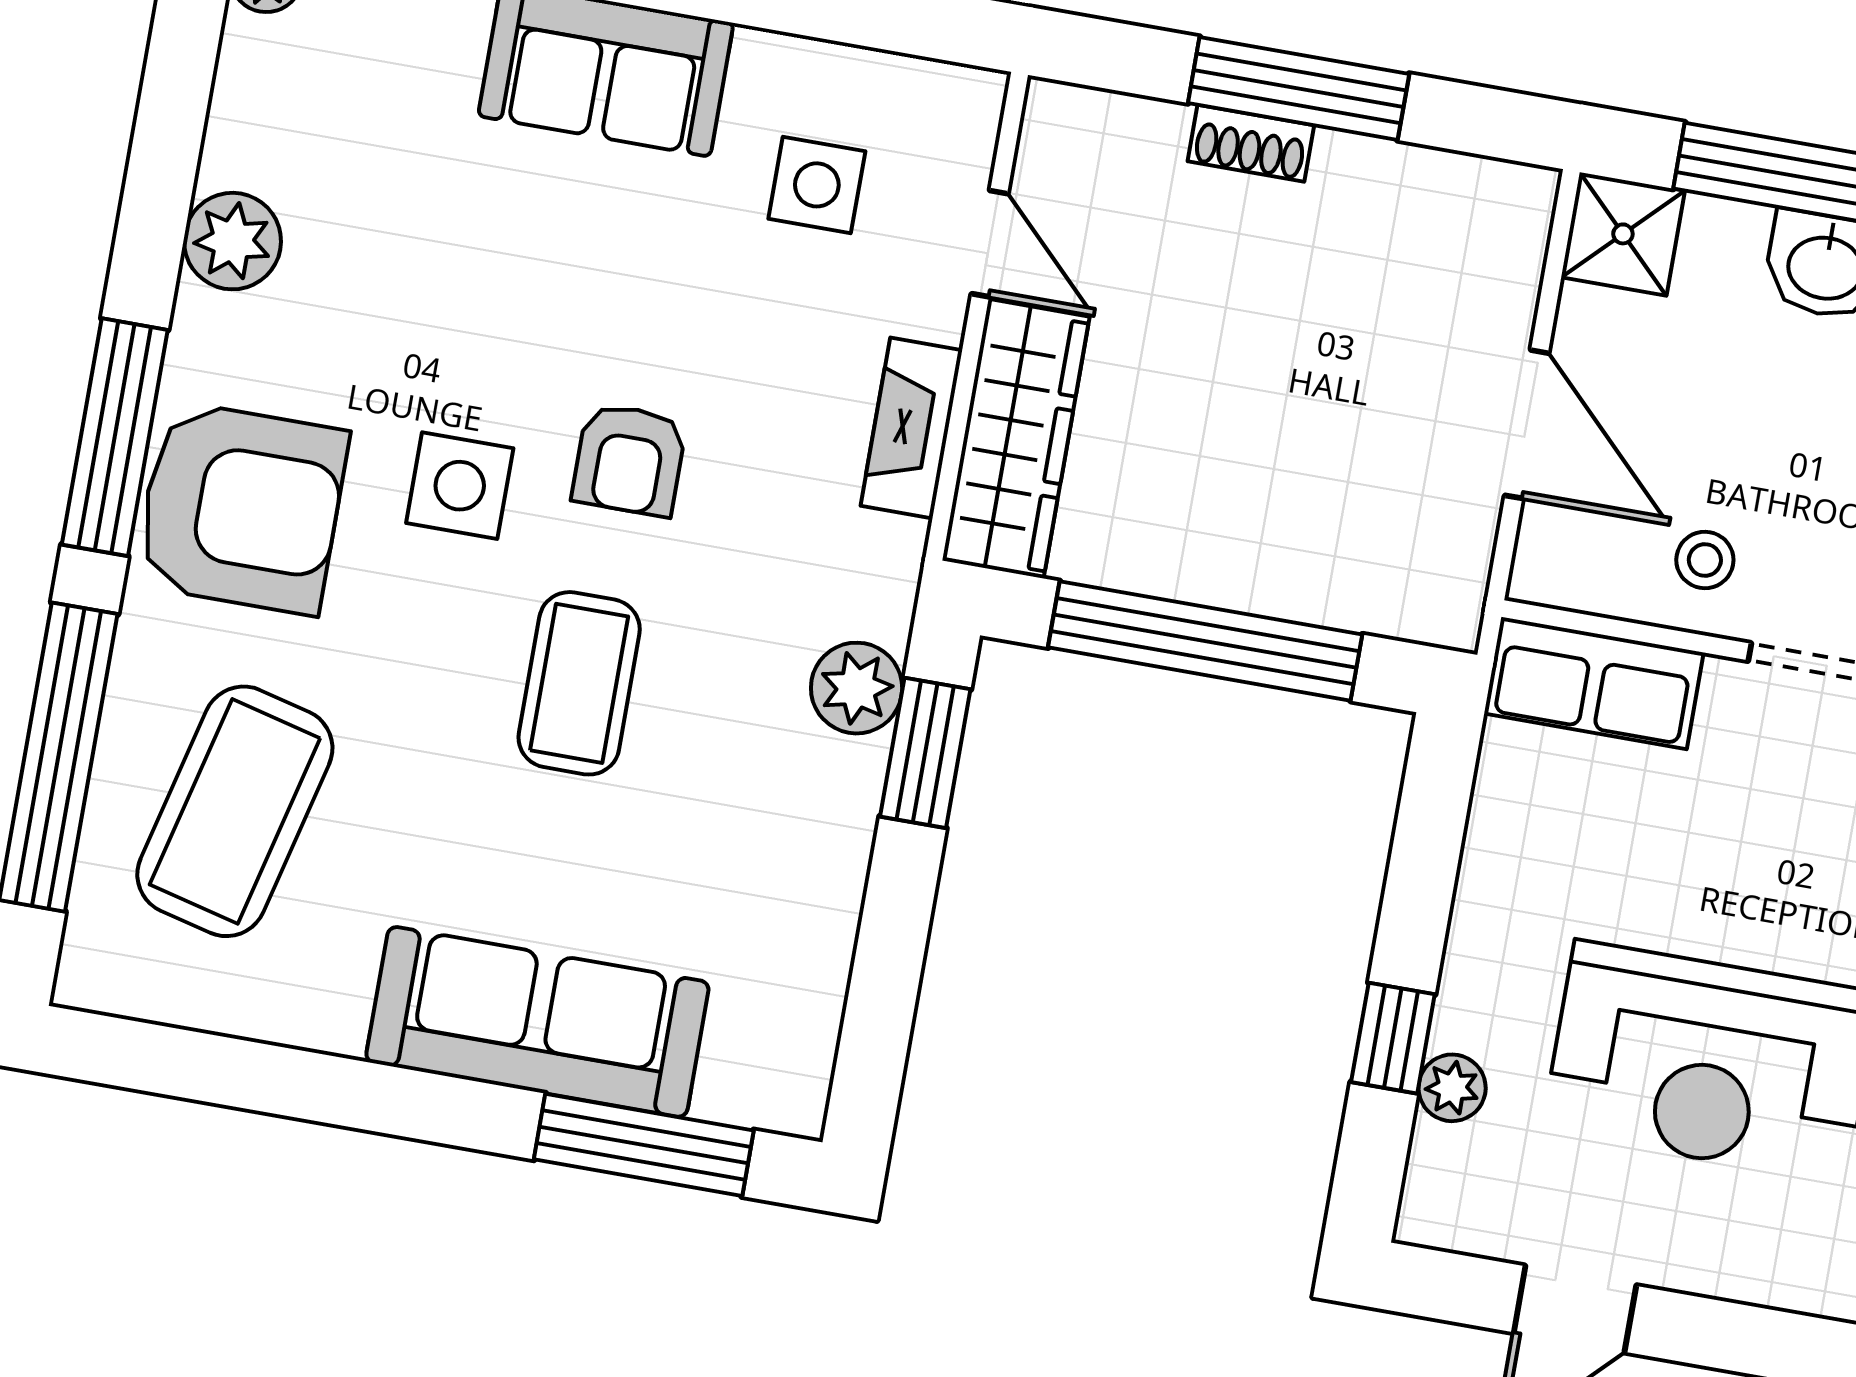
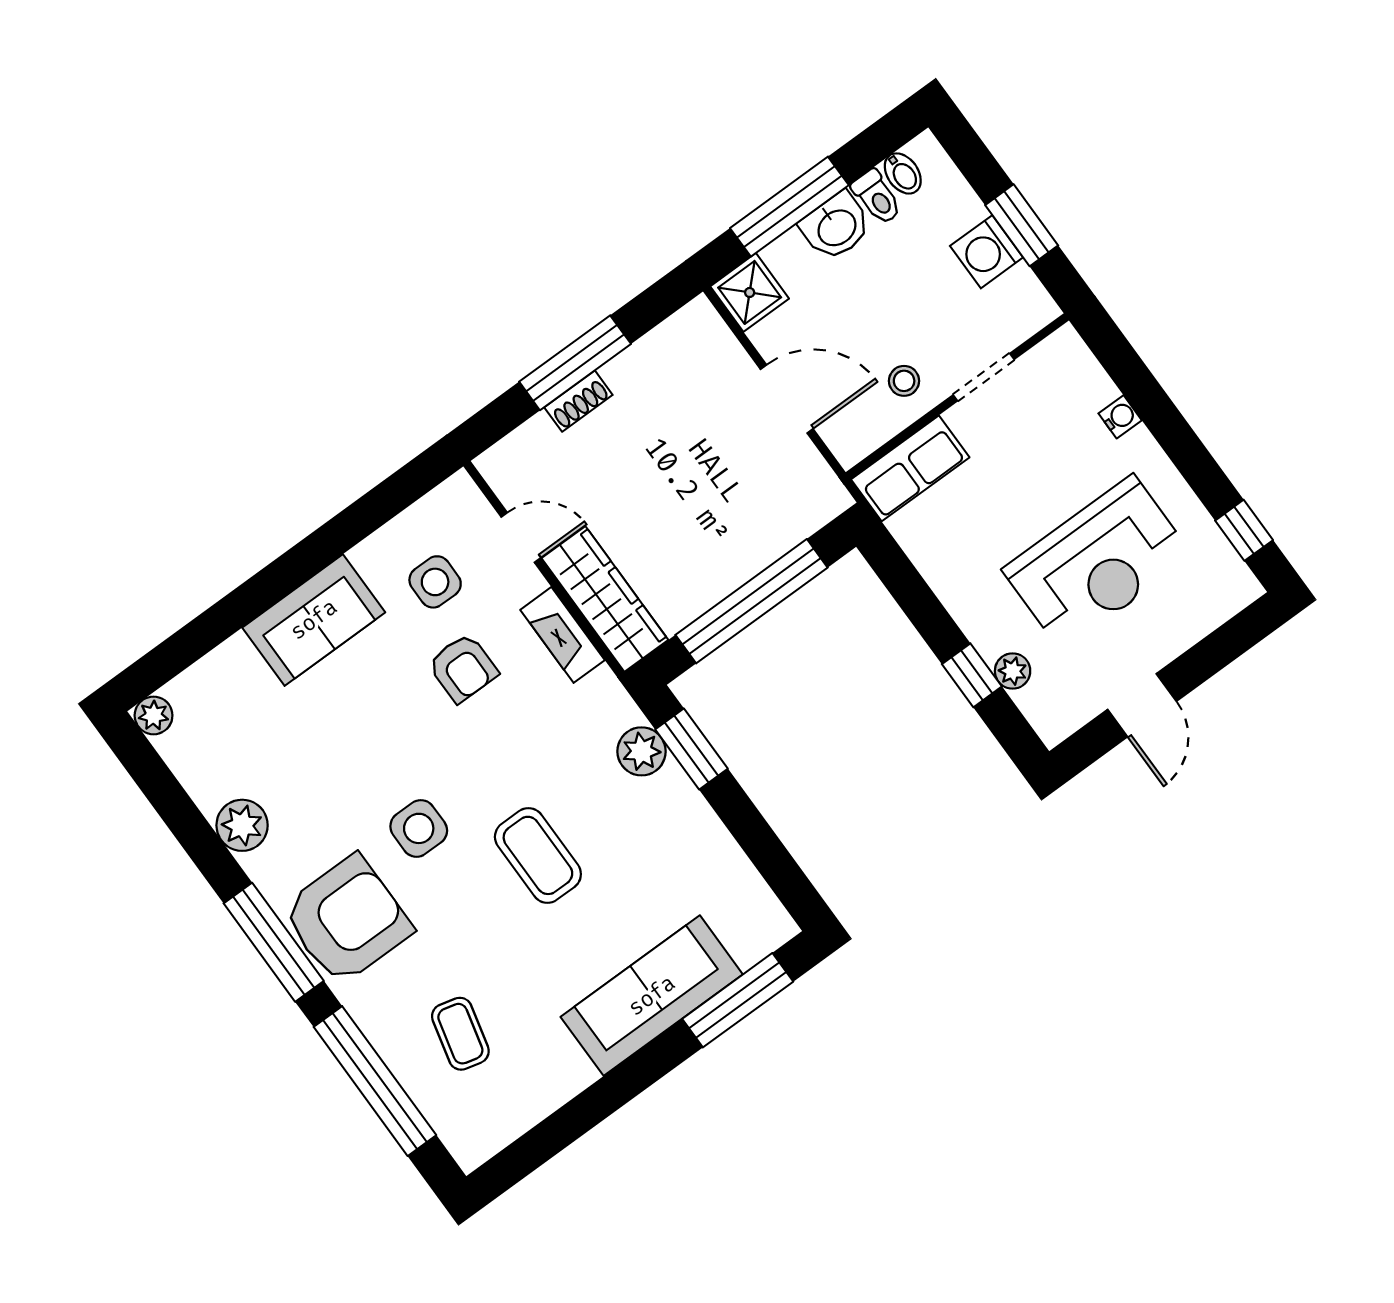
armchair: (629, 460) -> (463, 668), moved
coffee table: (235, 811) -> (460, 1034), width x0.54, depth x0.58

